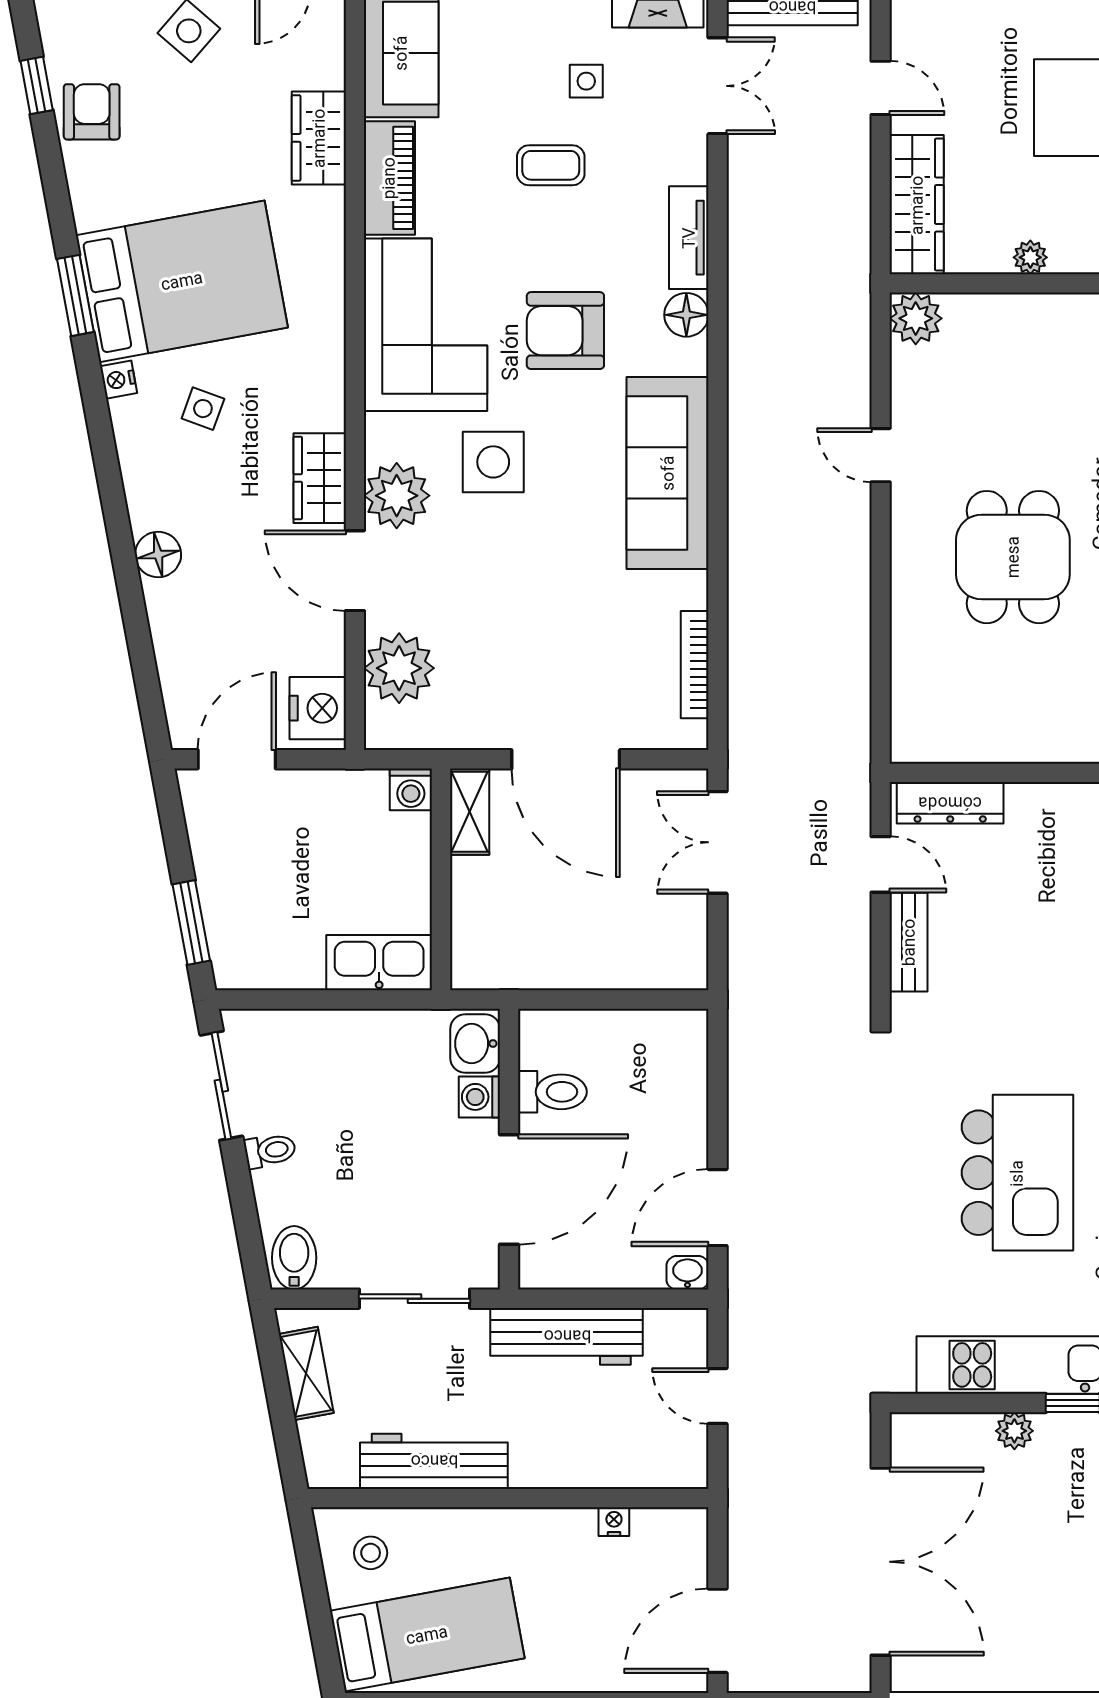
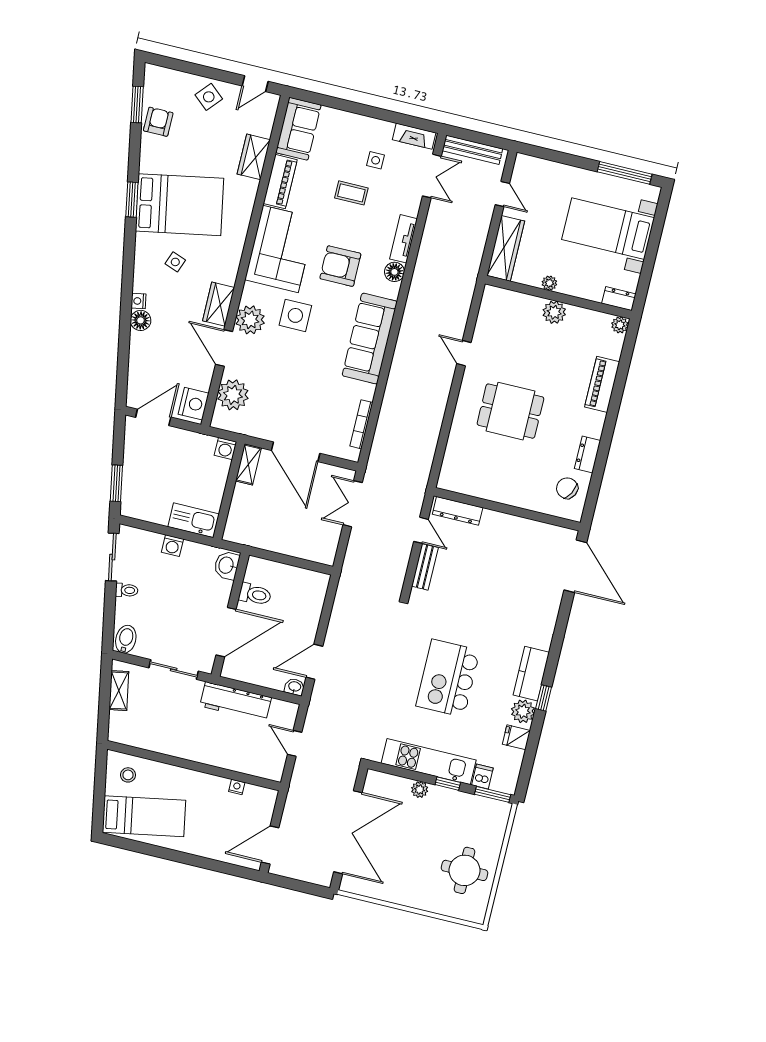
window: (37, 85) -> (137, 105), width x1.50
plant: (916, 318) -> (554, 312), moved
nightstand: (119, 380) -> (138, 301), moved
dining table: (1013, 557) -> (510, 411), turned 90
washing machine: (479, 1097) -> (172, 546), moved, turned -90
kitchen island: (1017, 1173) -> (448, 678), turned 180
workbench: (434, 1461) -> (165, 742), removed

